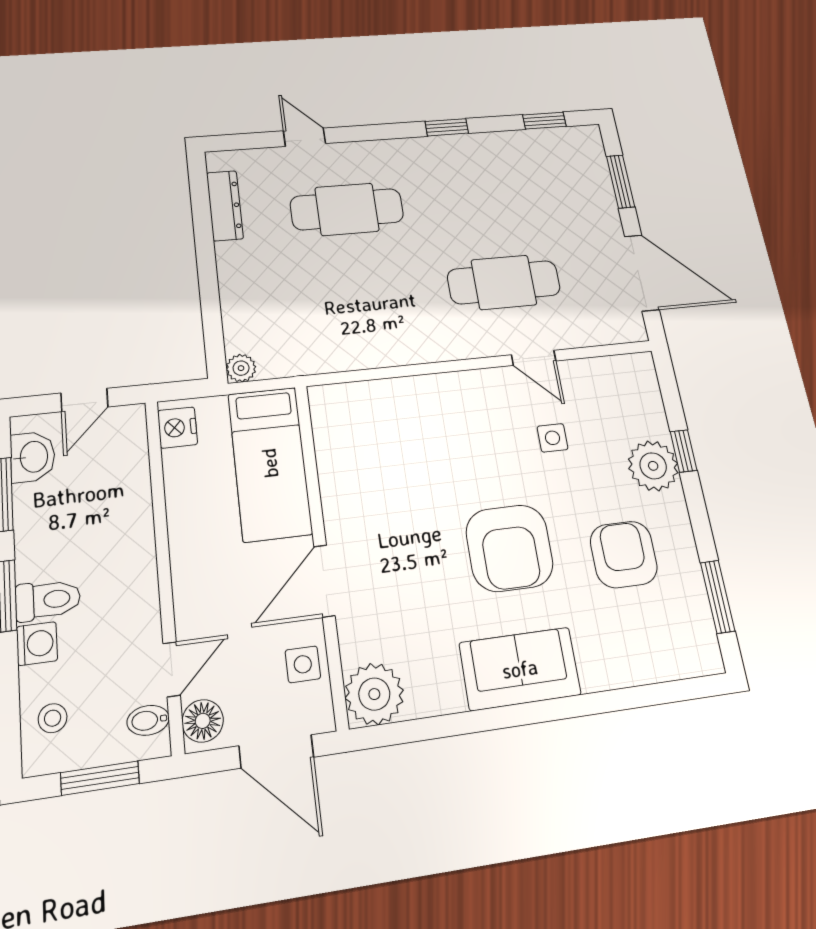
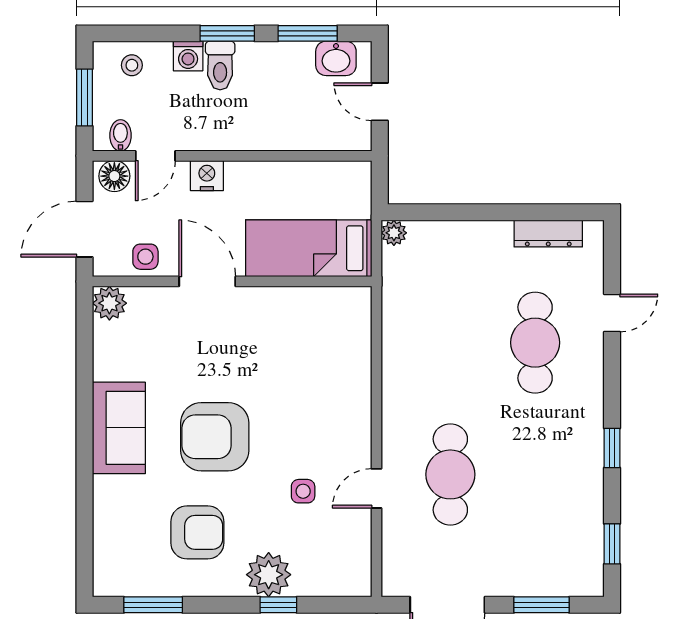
nightstand: (178, 428) -> (207, 176), moved
door: (172, 669) -> (155, 156), hinge flipped
plant: (374, 694) -> (109, 303), width x0.73, depth x0.73

